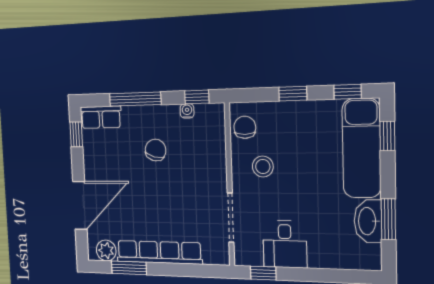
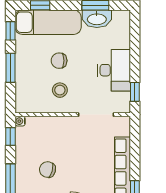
window: (293, 94) -> (10, 68), width x1.50
water cooler: (187, 111) -> (20, 121), moved
chair: (245, 127) -> (59, 61), moved
desk: (285, 244) -> (114, 70), width x1.37

